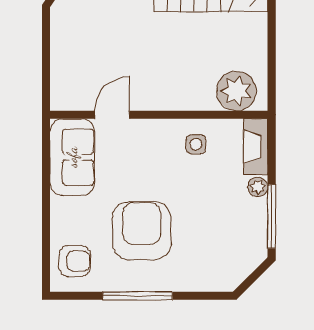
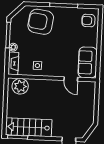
door: (112, 115) -> (71, 79), hinge flipped
armchair: (142, 231) -> (41, 22), moved, turned 98

